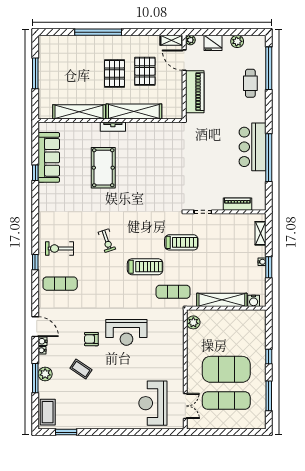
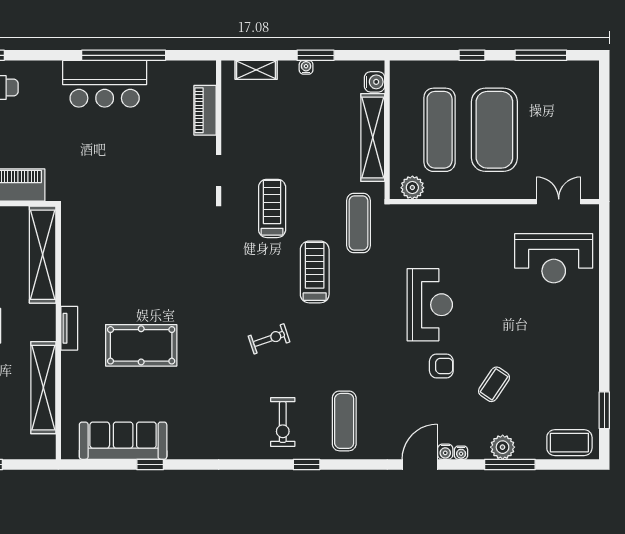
shelving: (134, 111) -> (43, 255), moved
armchair: (91, 339) -> (441, 366), turned -90
exercise mat: (226, 401) -> (440, 130), moved

